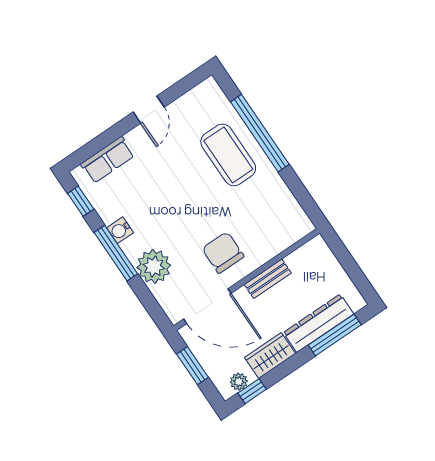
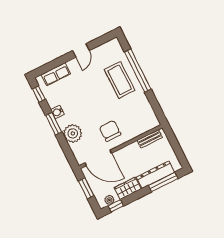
window: (116, 253) -> (54, 124), width x0.69
bench: (268, 279) -> (150, 139), moved

